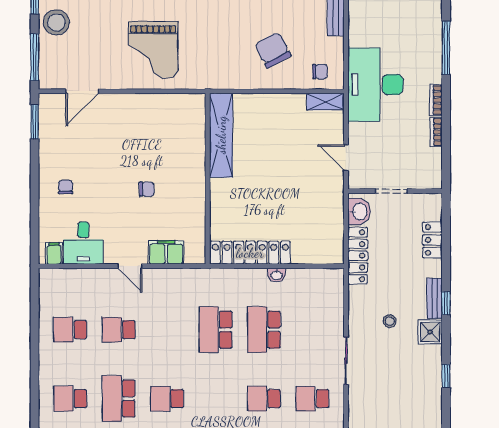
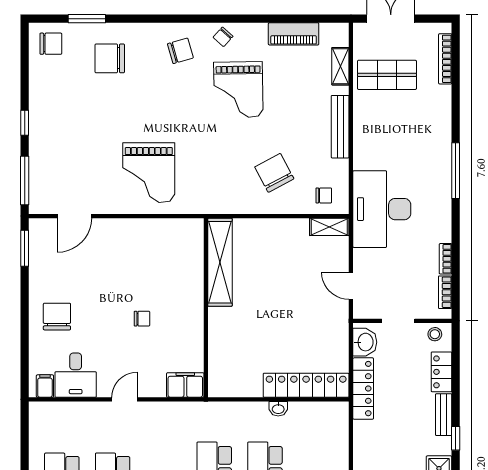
stool: (56, 22) -> (47, 144), removed
bookcase: (436, 100) -> (445, 292), moved
chair: (66, 187) -> (57, 317), width x1.87, depth x1.87
filing cabinet: (166, 252) -> (185, 385), moved
locker: (250, 253) -> (306, 385), moved
door: (130, 266) -> (125, 399), swing flipped
bench: (434, 298) -> (444, 415), moved
stool: (390, 321) -> (435, 334), moved

